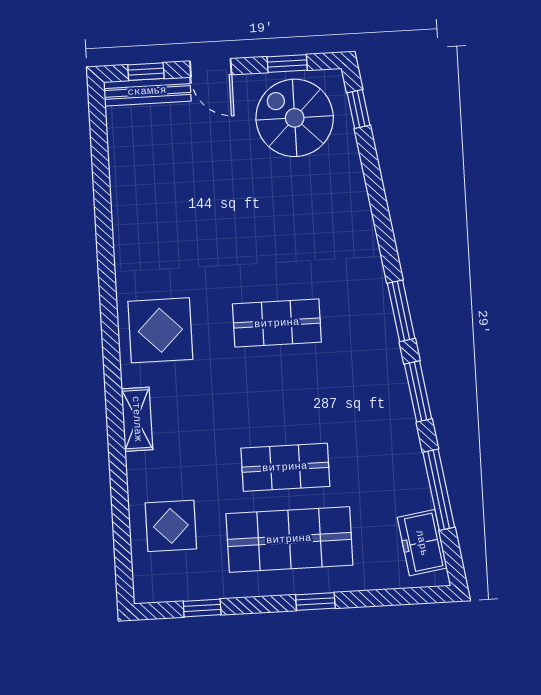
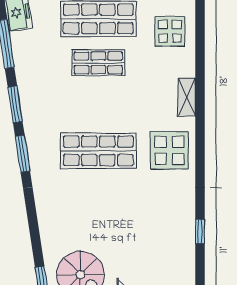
window: (102, 200) -> (200, 232), added
shop shelf: (277, 323) -> (98, 151), width x1.43, depth x1.36

